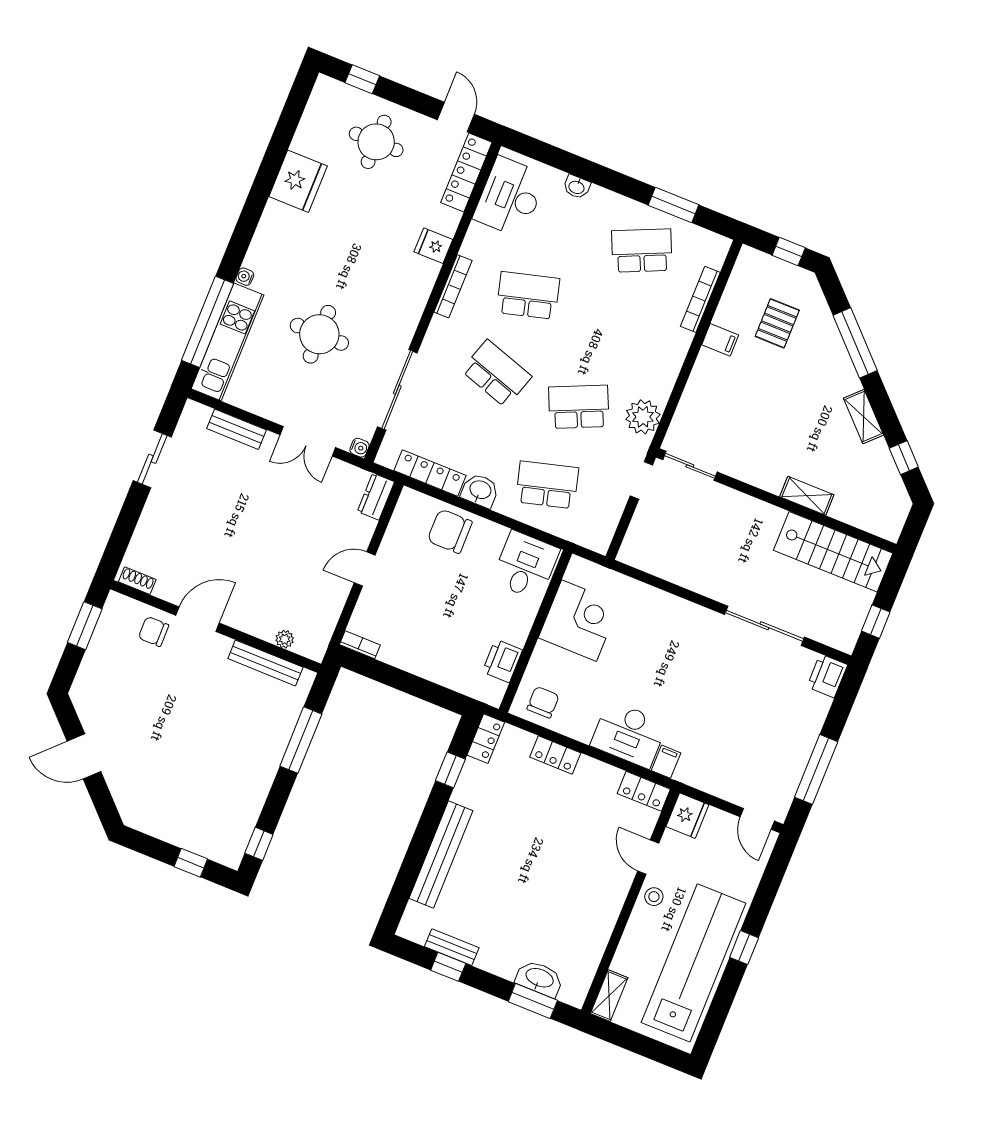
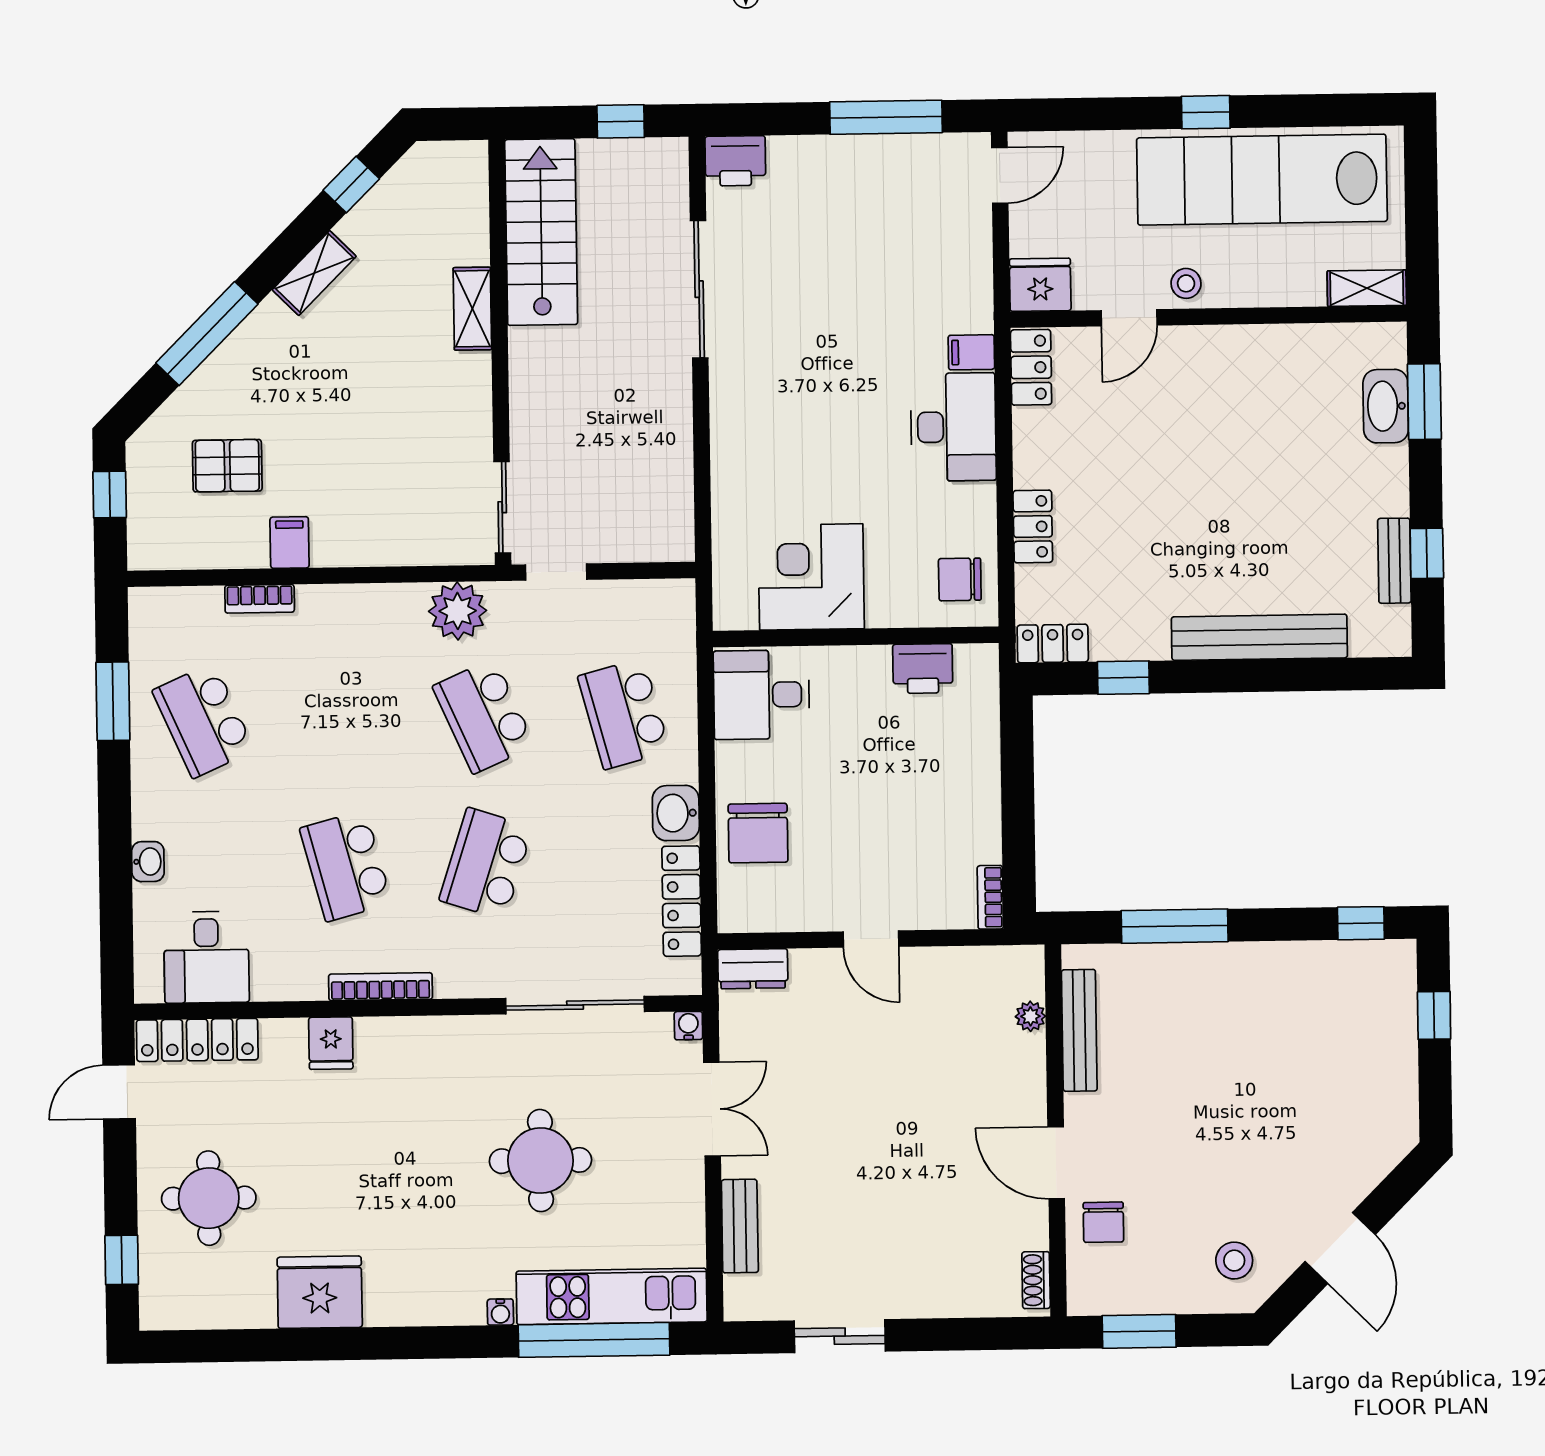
desk: (510, 197) -> (206, 957), width x0.73
bookcase: (700, 299) -> (260, 599), width x0.64
stool: (102, 695) -> (1234, 1261), added

